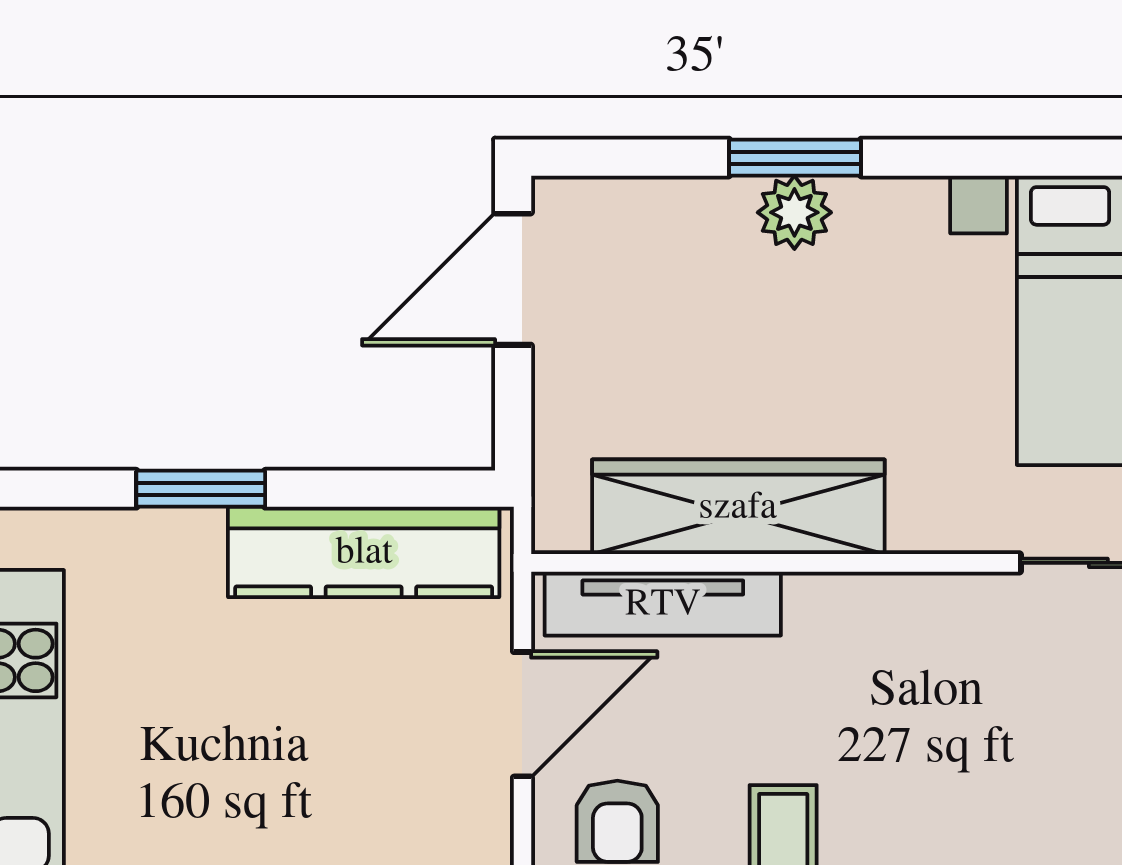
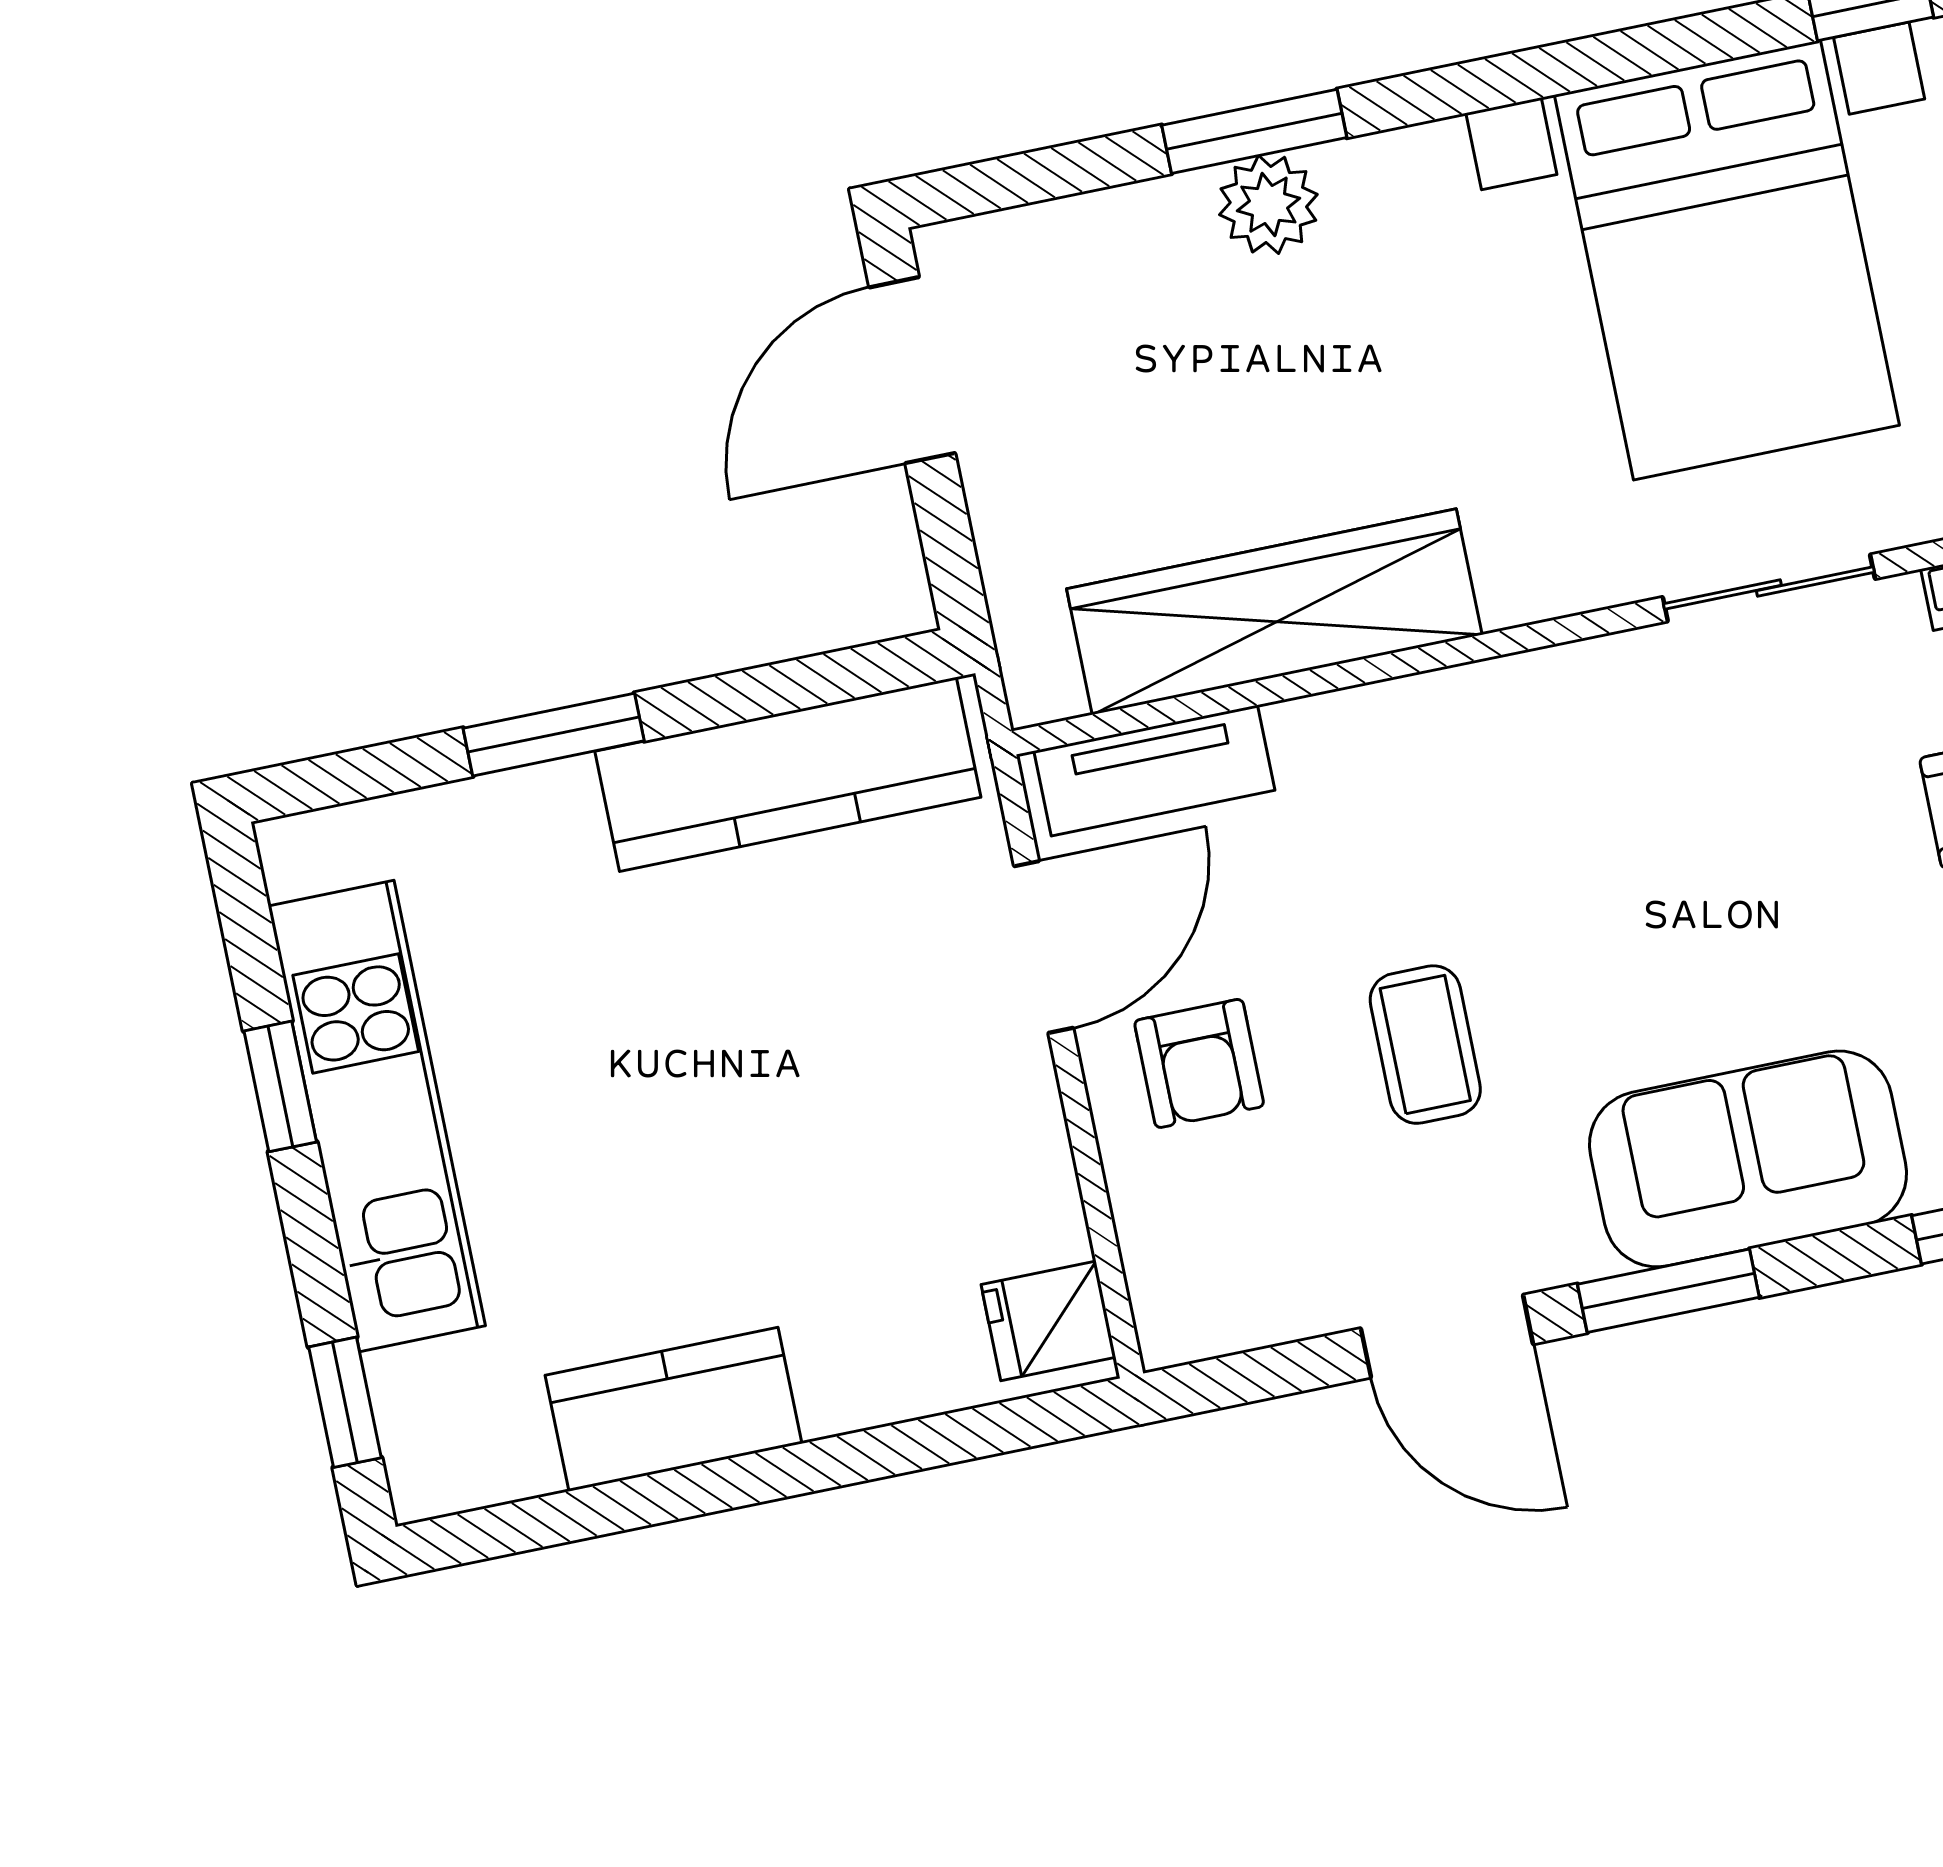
tv unit: (663, 604) -> (1154, 771), width x0.71

